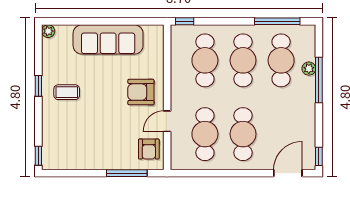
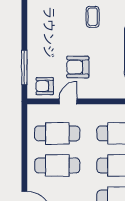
armchair: (141, 92) -> (78, 67), moved, turned -90
door: (167, 121) -> (68, 101), hinge flipped

